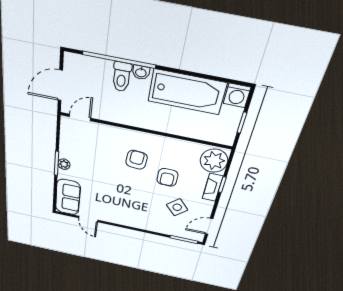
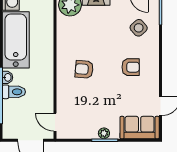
armchair: (167, 177) -> (131, 67), moved
side table: (177, 207) -> (139, 28), moved

